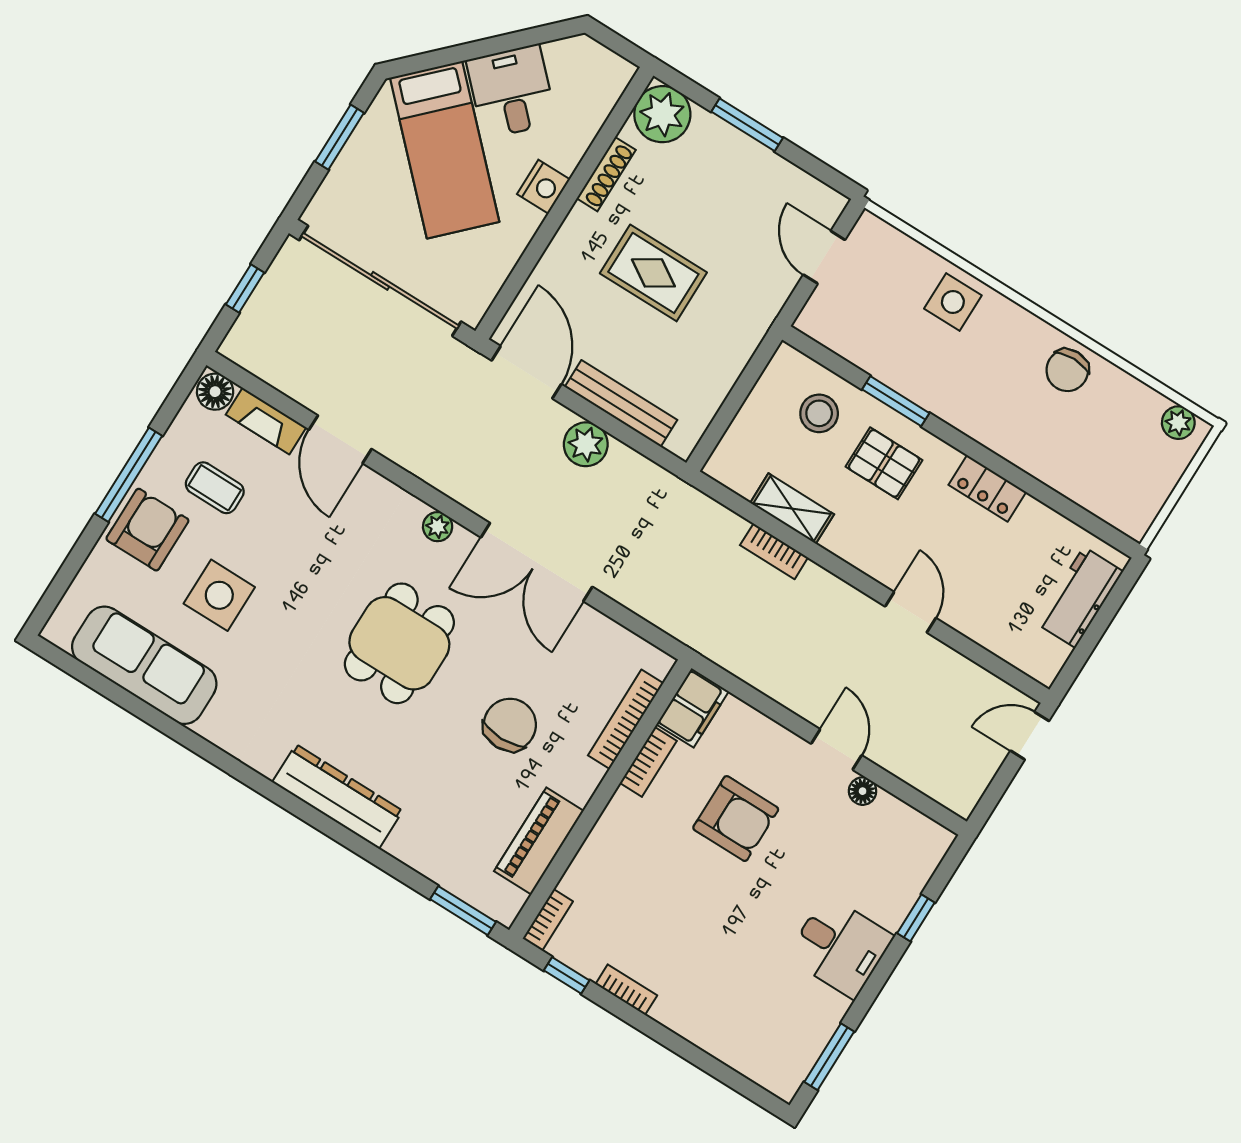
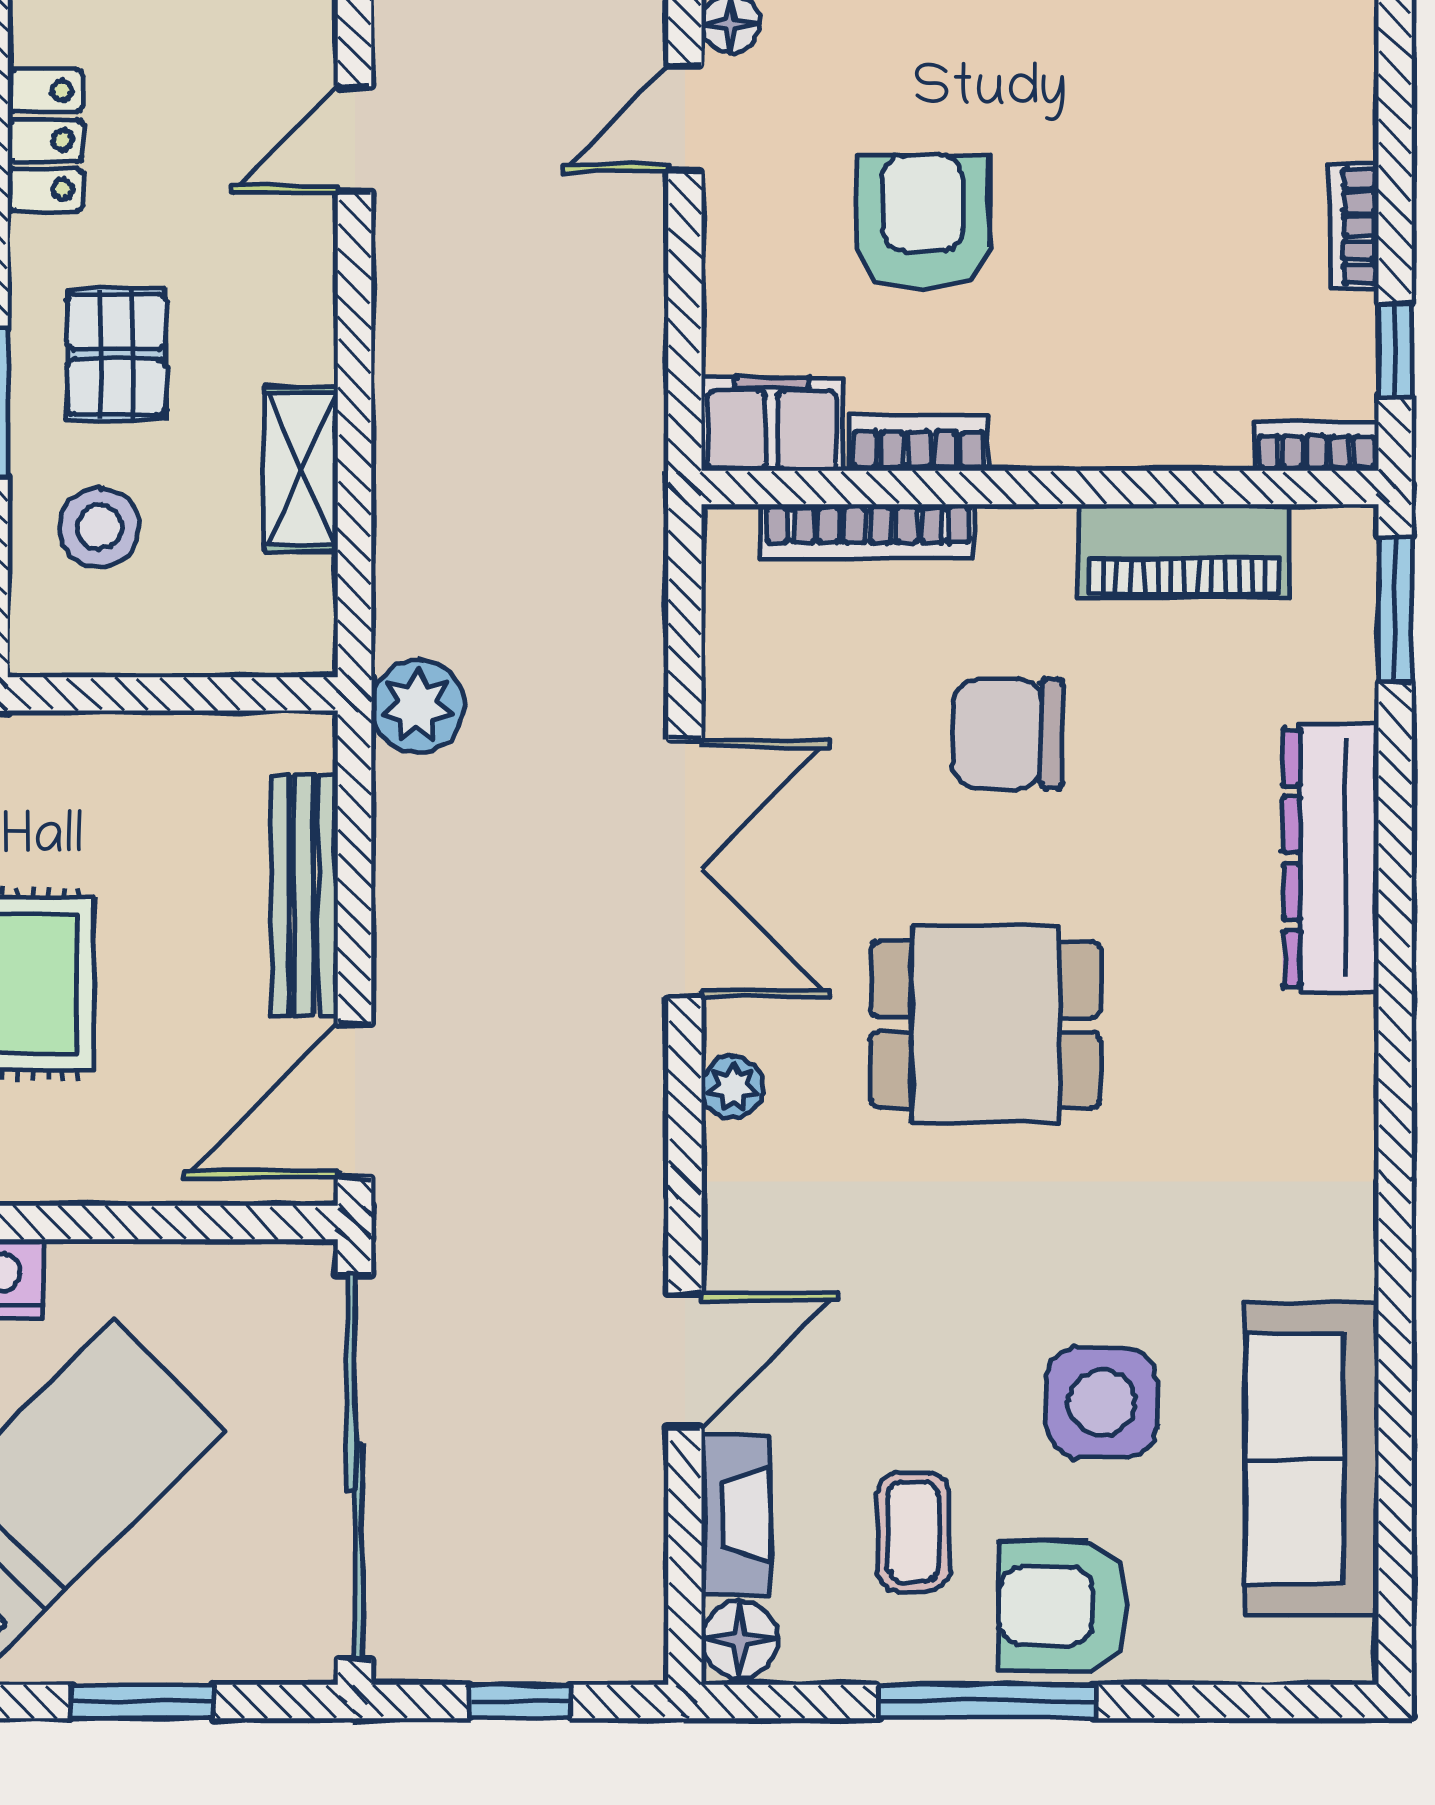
plant: (586, 444) -> (418, 706), moved
bookcase: (774, 551) -> (398, 453), removed
dresser: (337, 796) -> (1331, 858), moved

